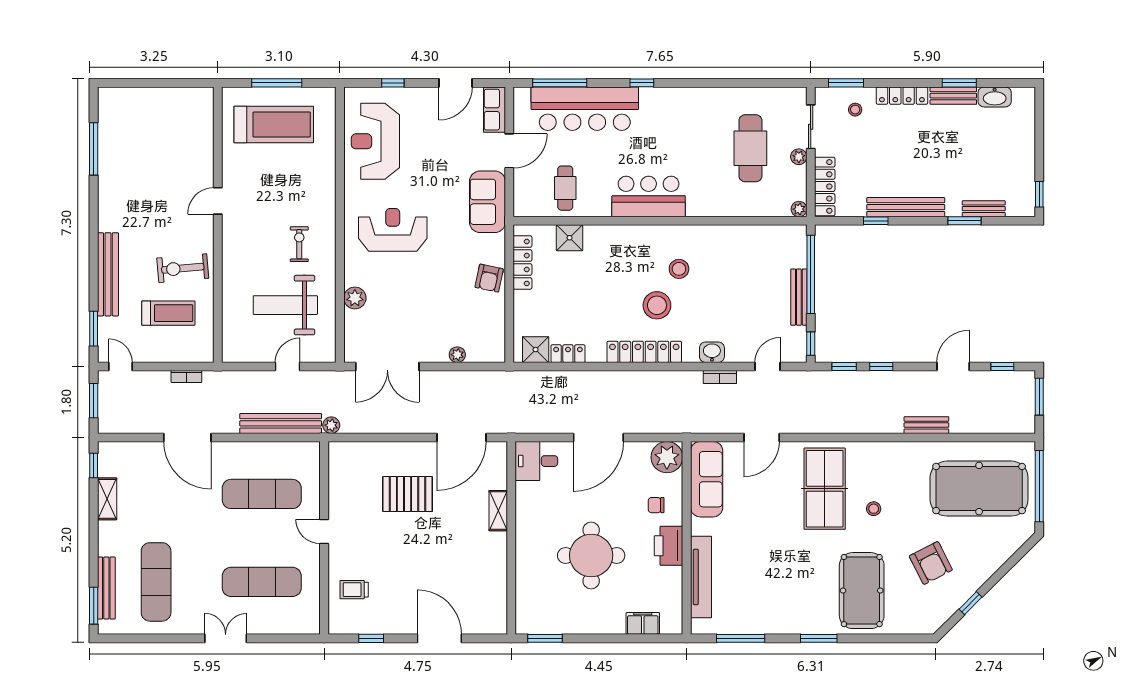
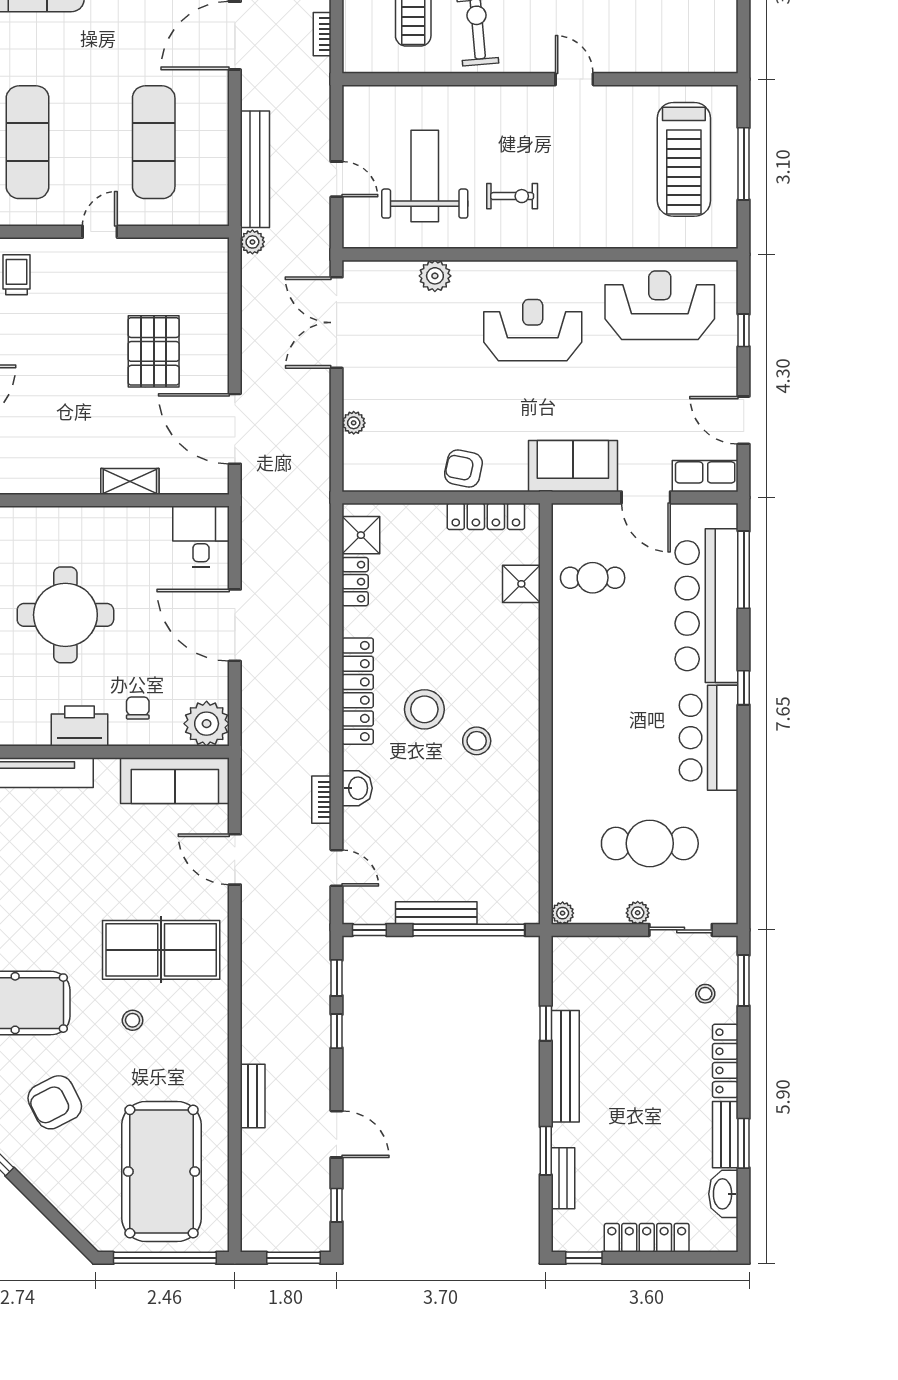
locker: (825, 186) -> (647, 1238), moved, turned 180
bar counter: (649, 196) -> (709, 738), moved, turned 180
reception desk: (393, 230) -> (533, 330), turned -90

